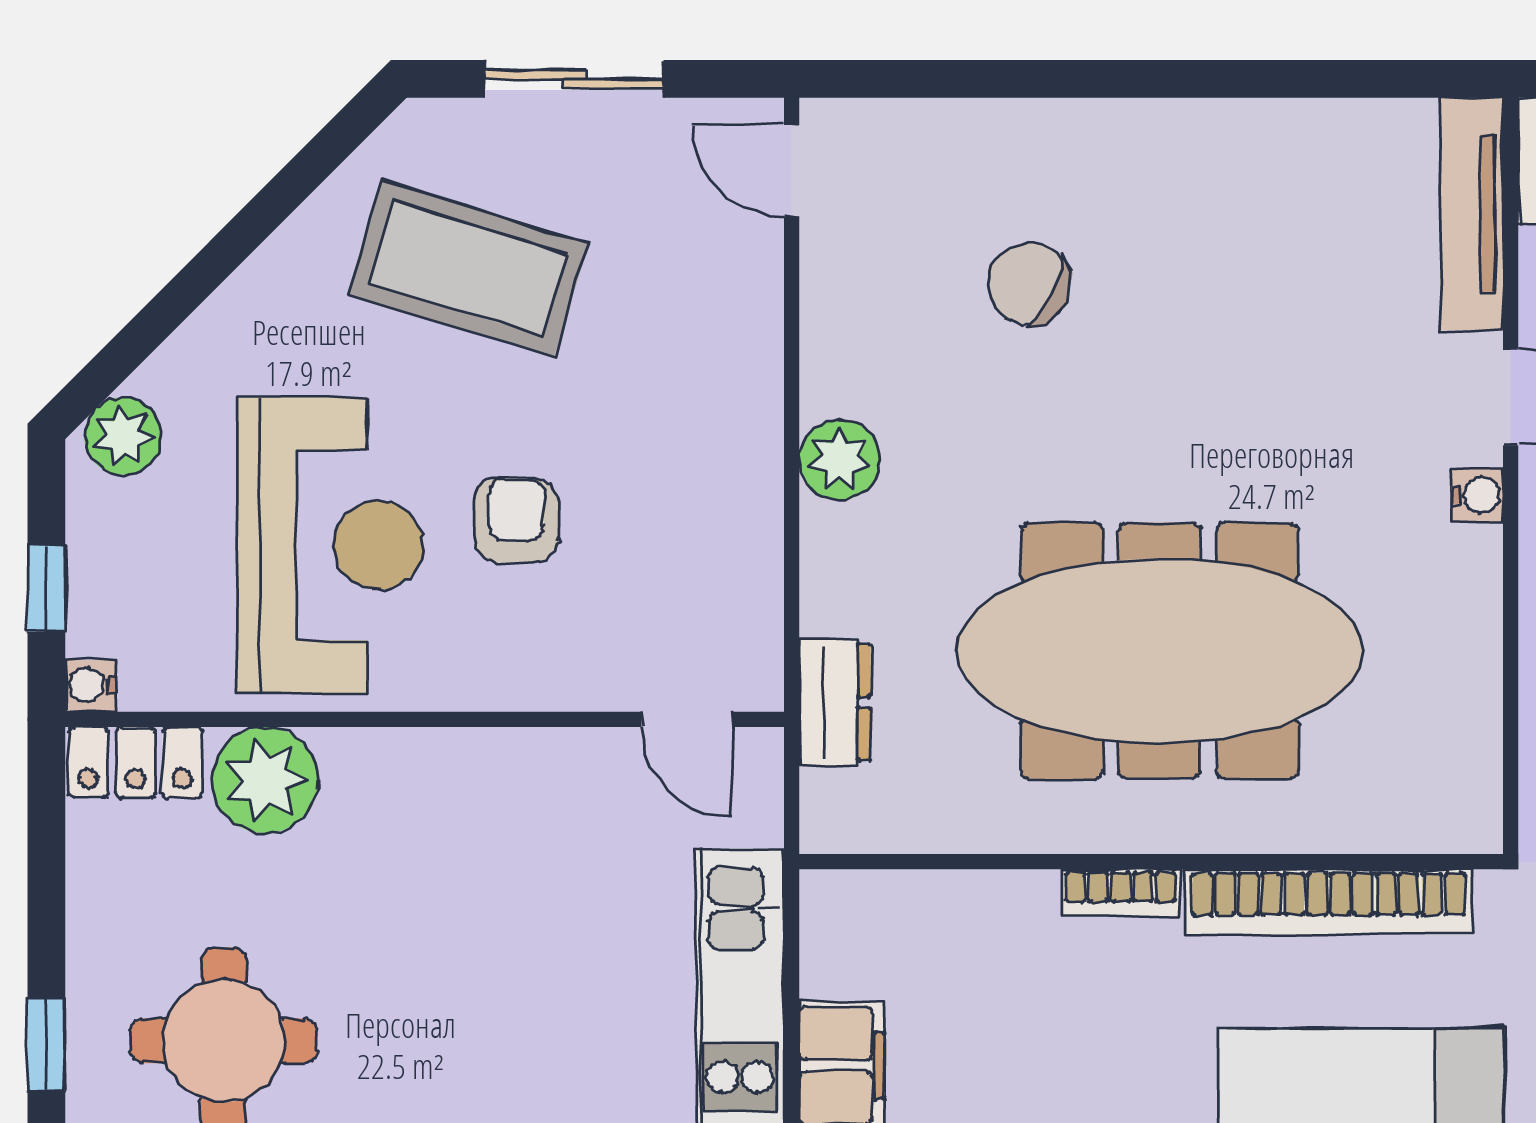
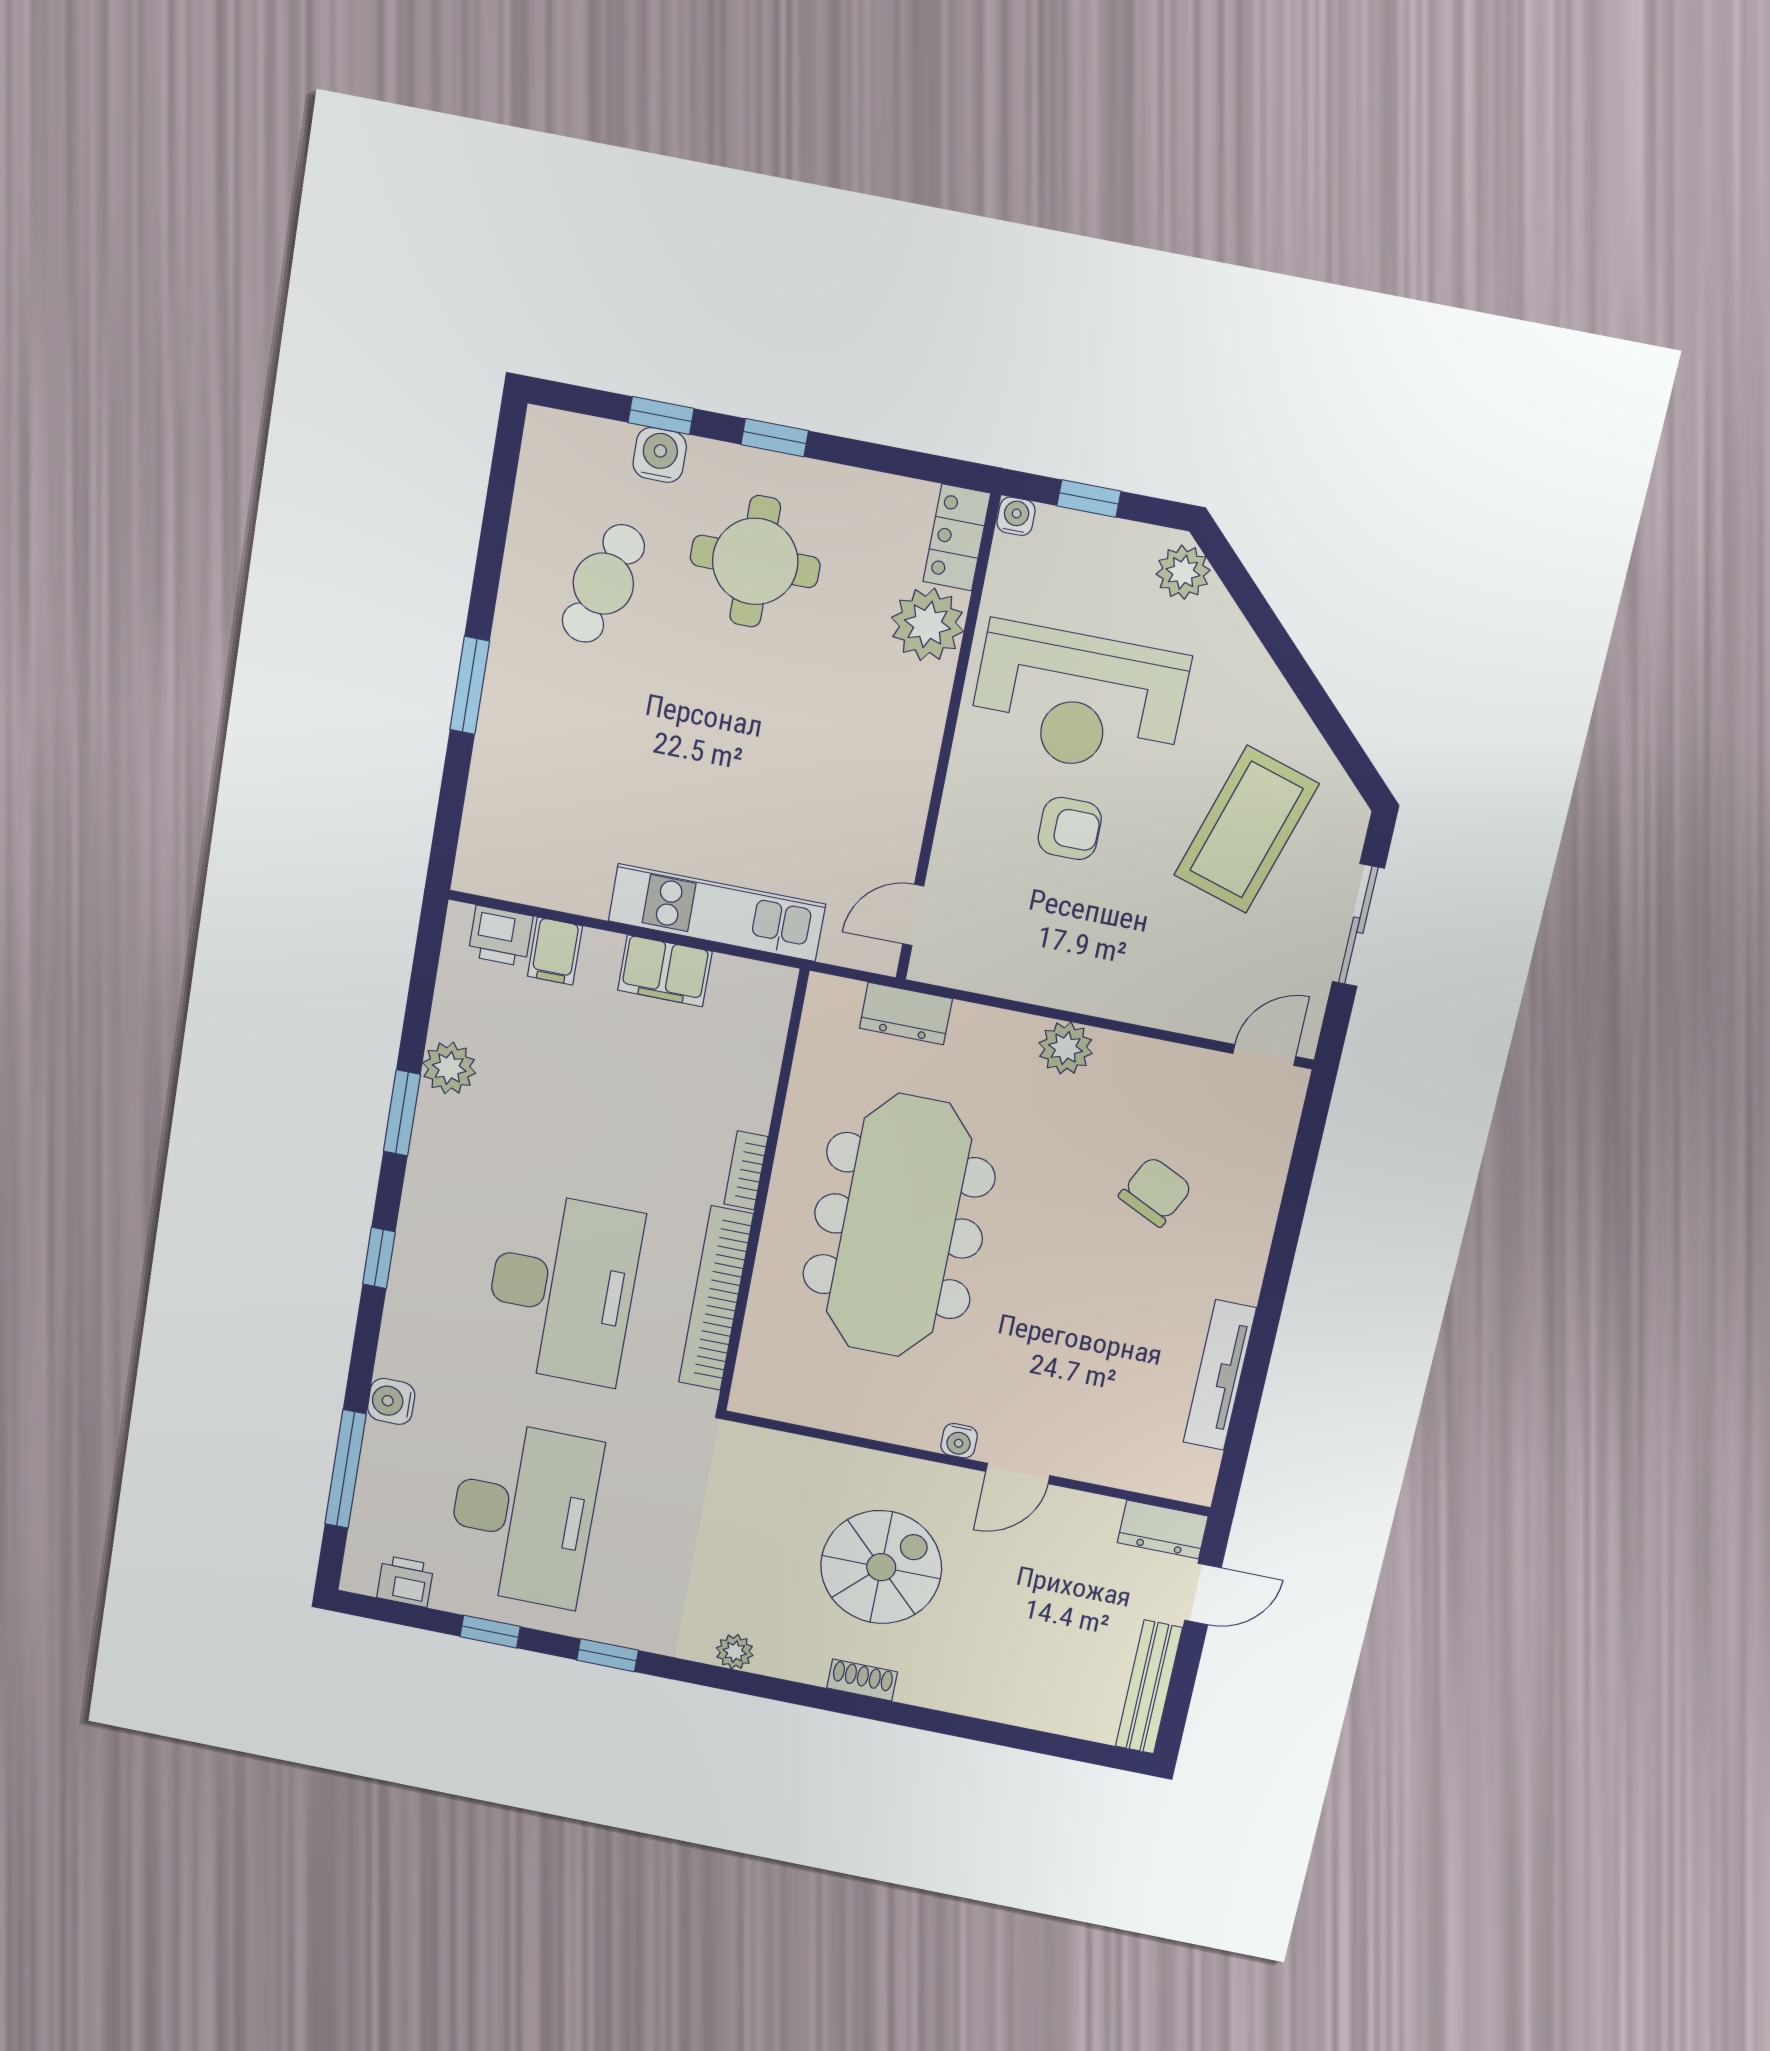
tv unit: (1472, 214) -> (1220, 1375), moved, turned -90

